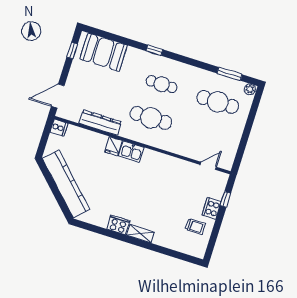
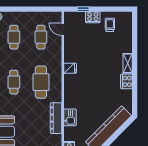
cafe table: (218, 102) -> (14, 37), width x0.73, depth x0.74
cafe table: (207, 136) -> (41, 37), added
fridge: (113, 146) -> (70, 68), moved
kitchen sink: (131, 152) -> (70, 117), moved

